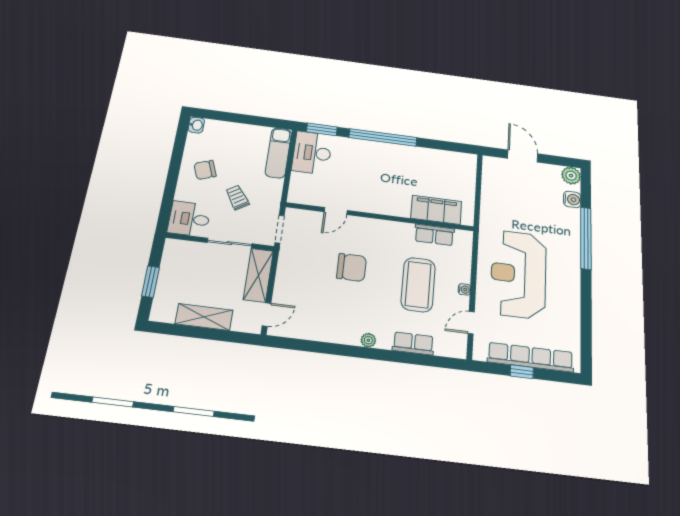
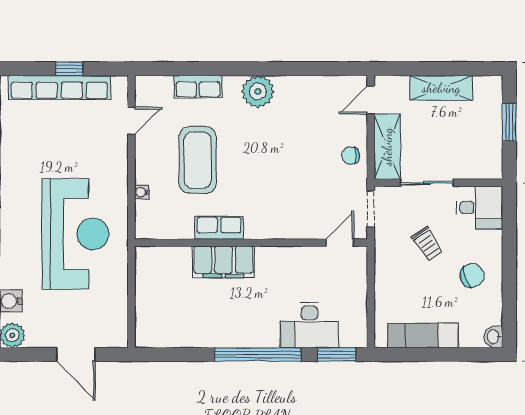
exam couch: (278, 153) -> (423, 335), moved, turned -90
desk: (312, 153) -> (309, 325), moved, turned 90
filing cabinet: (436, 210) -> (223, 262), moved
door: (336, 211) -> (340, 243), moved
row of seats: (434, 235) -> (219, 228), moved
chair: (352, 267) -> (351, 156), moved, width x0.54, depth x0.54
reception desk: (518, 274) -> (76, 234), moved
water cooler: (464, 289) -> (142, 192), moved
plant: (368, 340) -> (258, 91), width x1.87, depth x1.87

